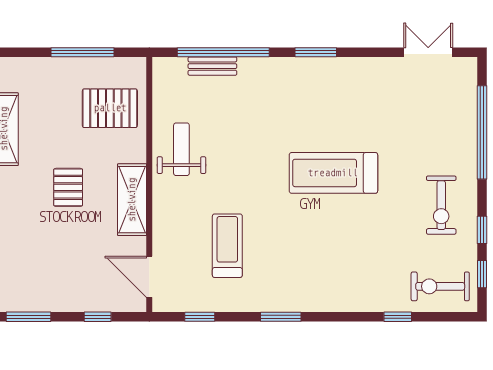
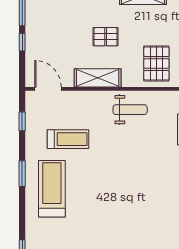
treadmill: (333, 173) -> (52, 189), moved
door: (149, 277) -> (48, 89), hinge flipped
window: (98, 317) -> (22, 42), moved

